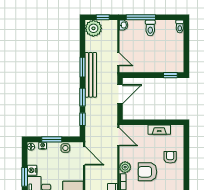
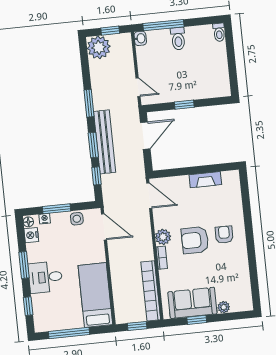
bench: (91, 75) -> (105, 142), moved
window: (170, 75) -> (184, 105), moved
armchair: (170, 157) -> (224, 235), moved
nightstand: (32, 170) -> (31, 235), moved

